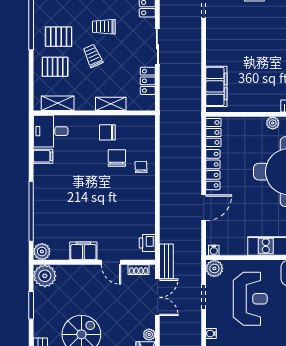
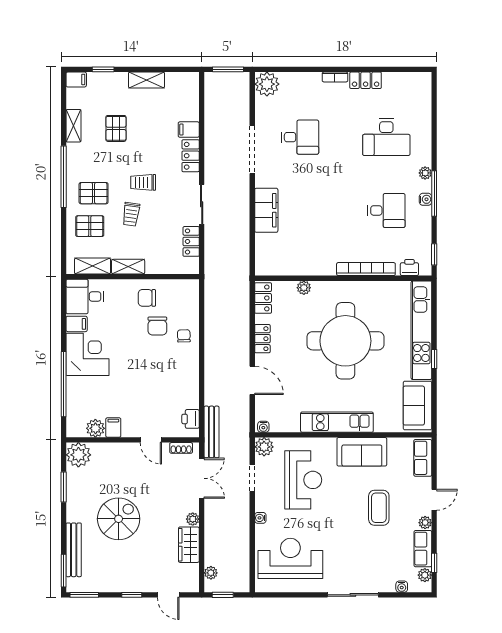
trolley: (93, 56) -> (131, 214), turned -148
filing cabinet: (216, 86) -> (266, 210), moved
shelving: (111, 104) -> (128, 267), moved
plant: (273, 123) -> (304, 288), moved
chair: (117, 158) -> (157, 326), turned 180
locker: (213, 170) -> (262, 339), width x0.66
corner desk: (53, 184) -> (87, 354), added
door: (204, 208) -> (252, 380), hinge flipped
filing cabinet: (83, 251) -> (113, 428), width x0.50
plant: (42, 252) -> (95, 428), moved
bench: (166, 261) -> (212, 432), width x1.36

